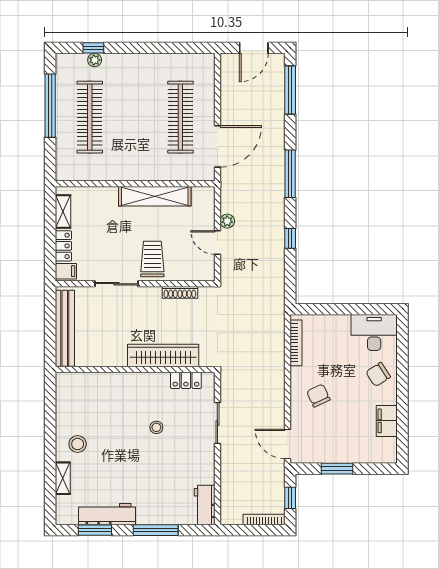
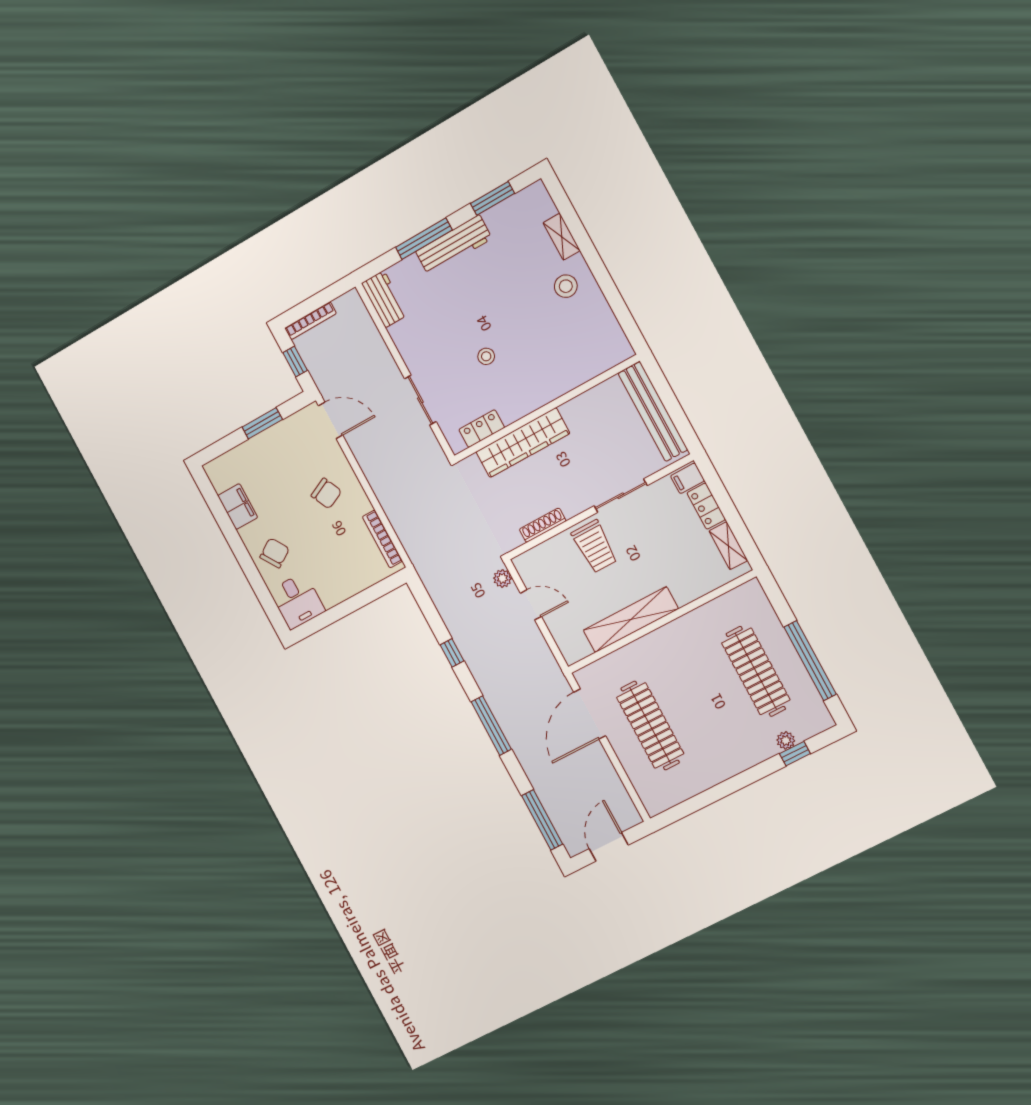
plant: (227, 221) -> (502, 578), moved
desk: (374, 333) -> (297, 601), width x0.73
workbench: (107, 514) -> (454, 245), moved

